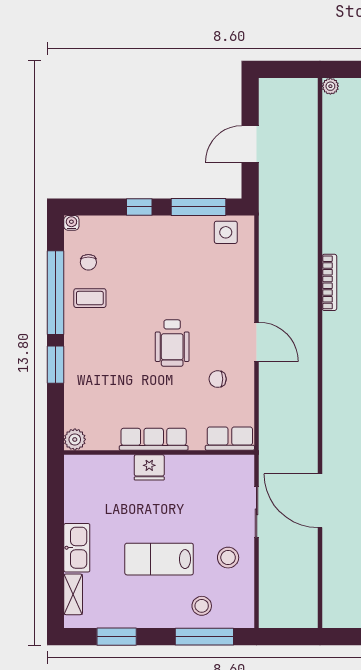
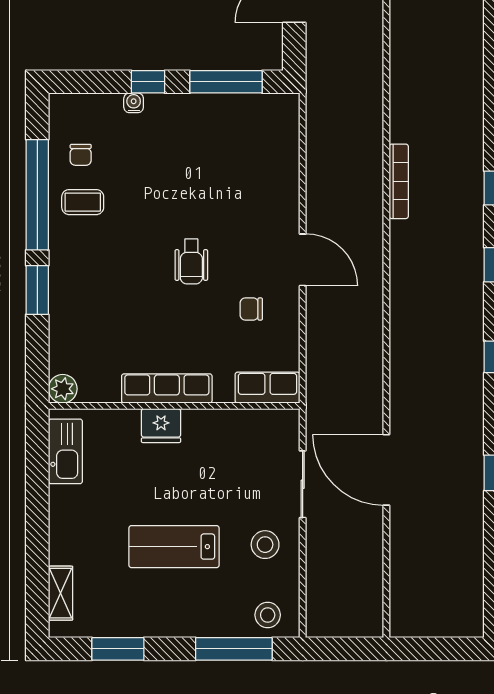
water cooler: (71, 223) -> (134, 103), moved
side table: (226, 232) -> (262, 115), removed
wheelchair: (172, 343) -> (191, 261), width x0.73, depth x0.73
kitchen sink: (77, 548) -> (65, 451), moved
stool: (202, 606) -> (268, 615), moved

